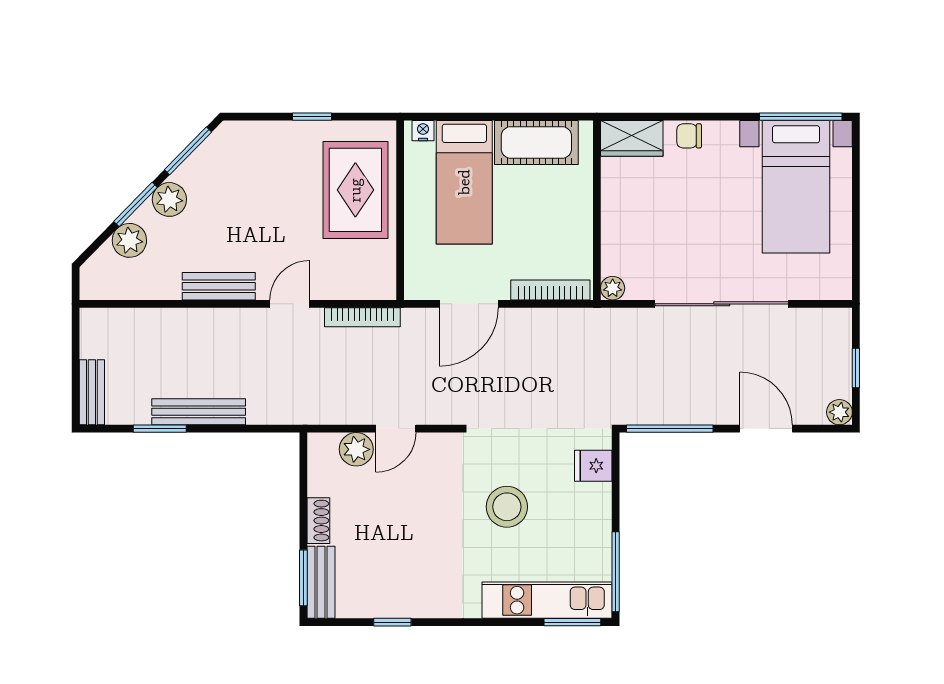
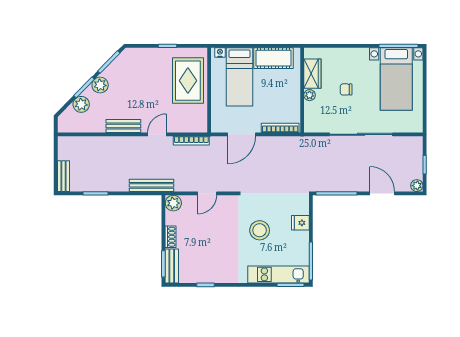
chair: (689, 136) -> (346, 89), moved
wardrobe: (632, 138) -> (312, 74), moved, turned -90
plant: (613, 288) -> (310, 95), moved
bench: (199, 412) -> (152, 185), moved
plant: (356, 449) -> (173, 203), moved
fridge: (593, 466) -> (300, 223), moved

